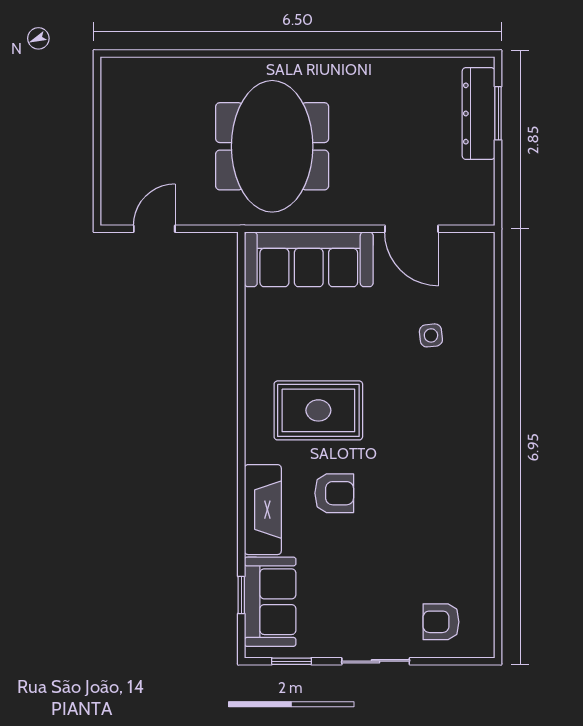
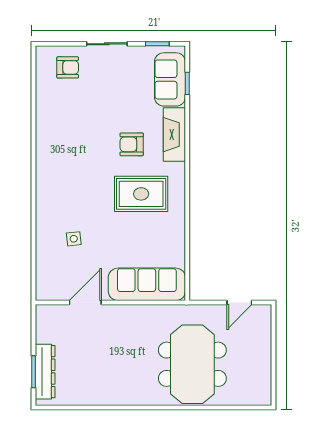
meeting table: (272, 146) -> (192, 364), moved
door: (411, 229) -> (85, 303), hinge flipped

